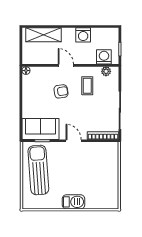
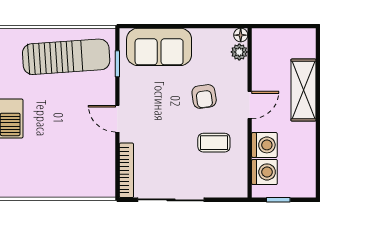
shelving: (44, 35) -> (303, 90), moved
washing machine: (83, 35) -> (264, 145), moved, turned 180
plant: (106, 71) -> (239, 52), moved
sofa: (41, 129) -> (159, 47), moved, turned 90
door: (74, 141) -> (117, 119), swing flipped

